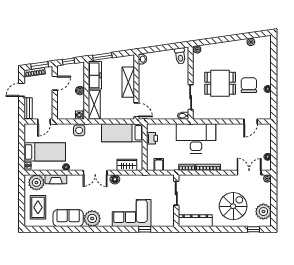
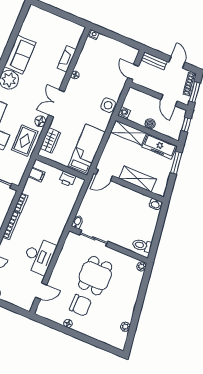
door: (251, 121) -> (41, 291), swing flipped
desk: (196, 138) -> (39, 256), moved, width x0.73, depth x0.77
bed: (45, 152) -> (101, 59), removed
plant: (36, 182) -> (72, 37), removed
rug: (38, 207) -> (25, 141), moved, turned 90

